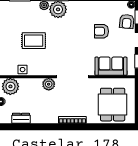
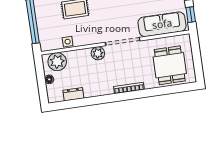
sofa: (111, 66) -> (162, 24), width x1.36

